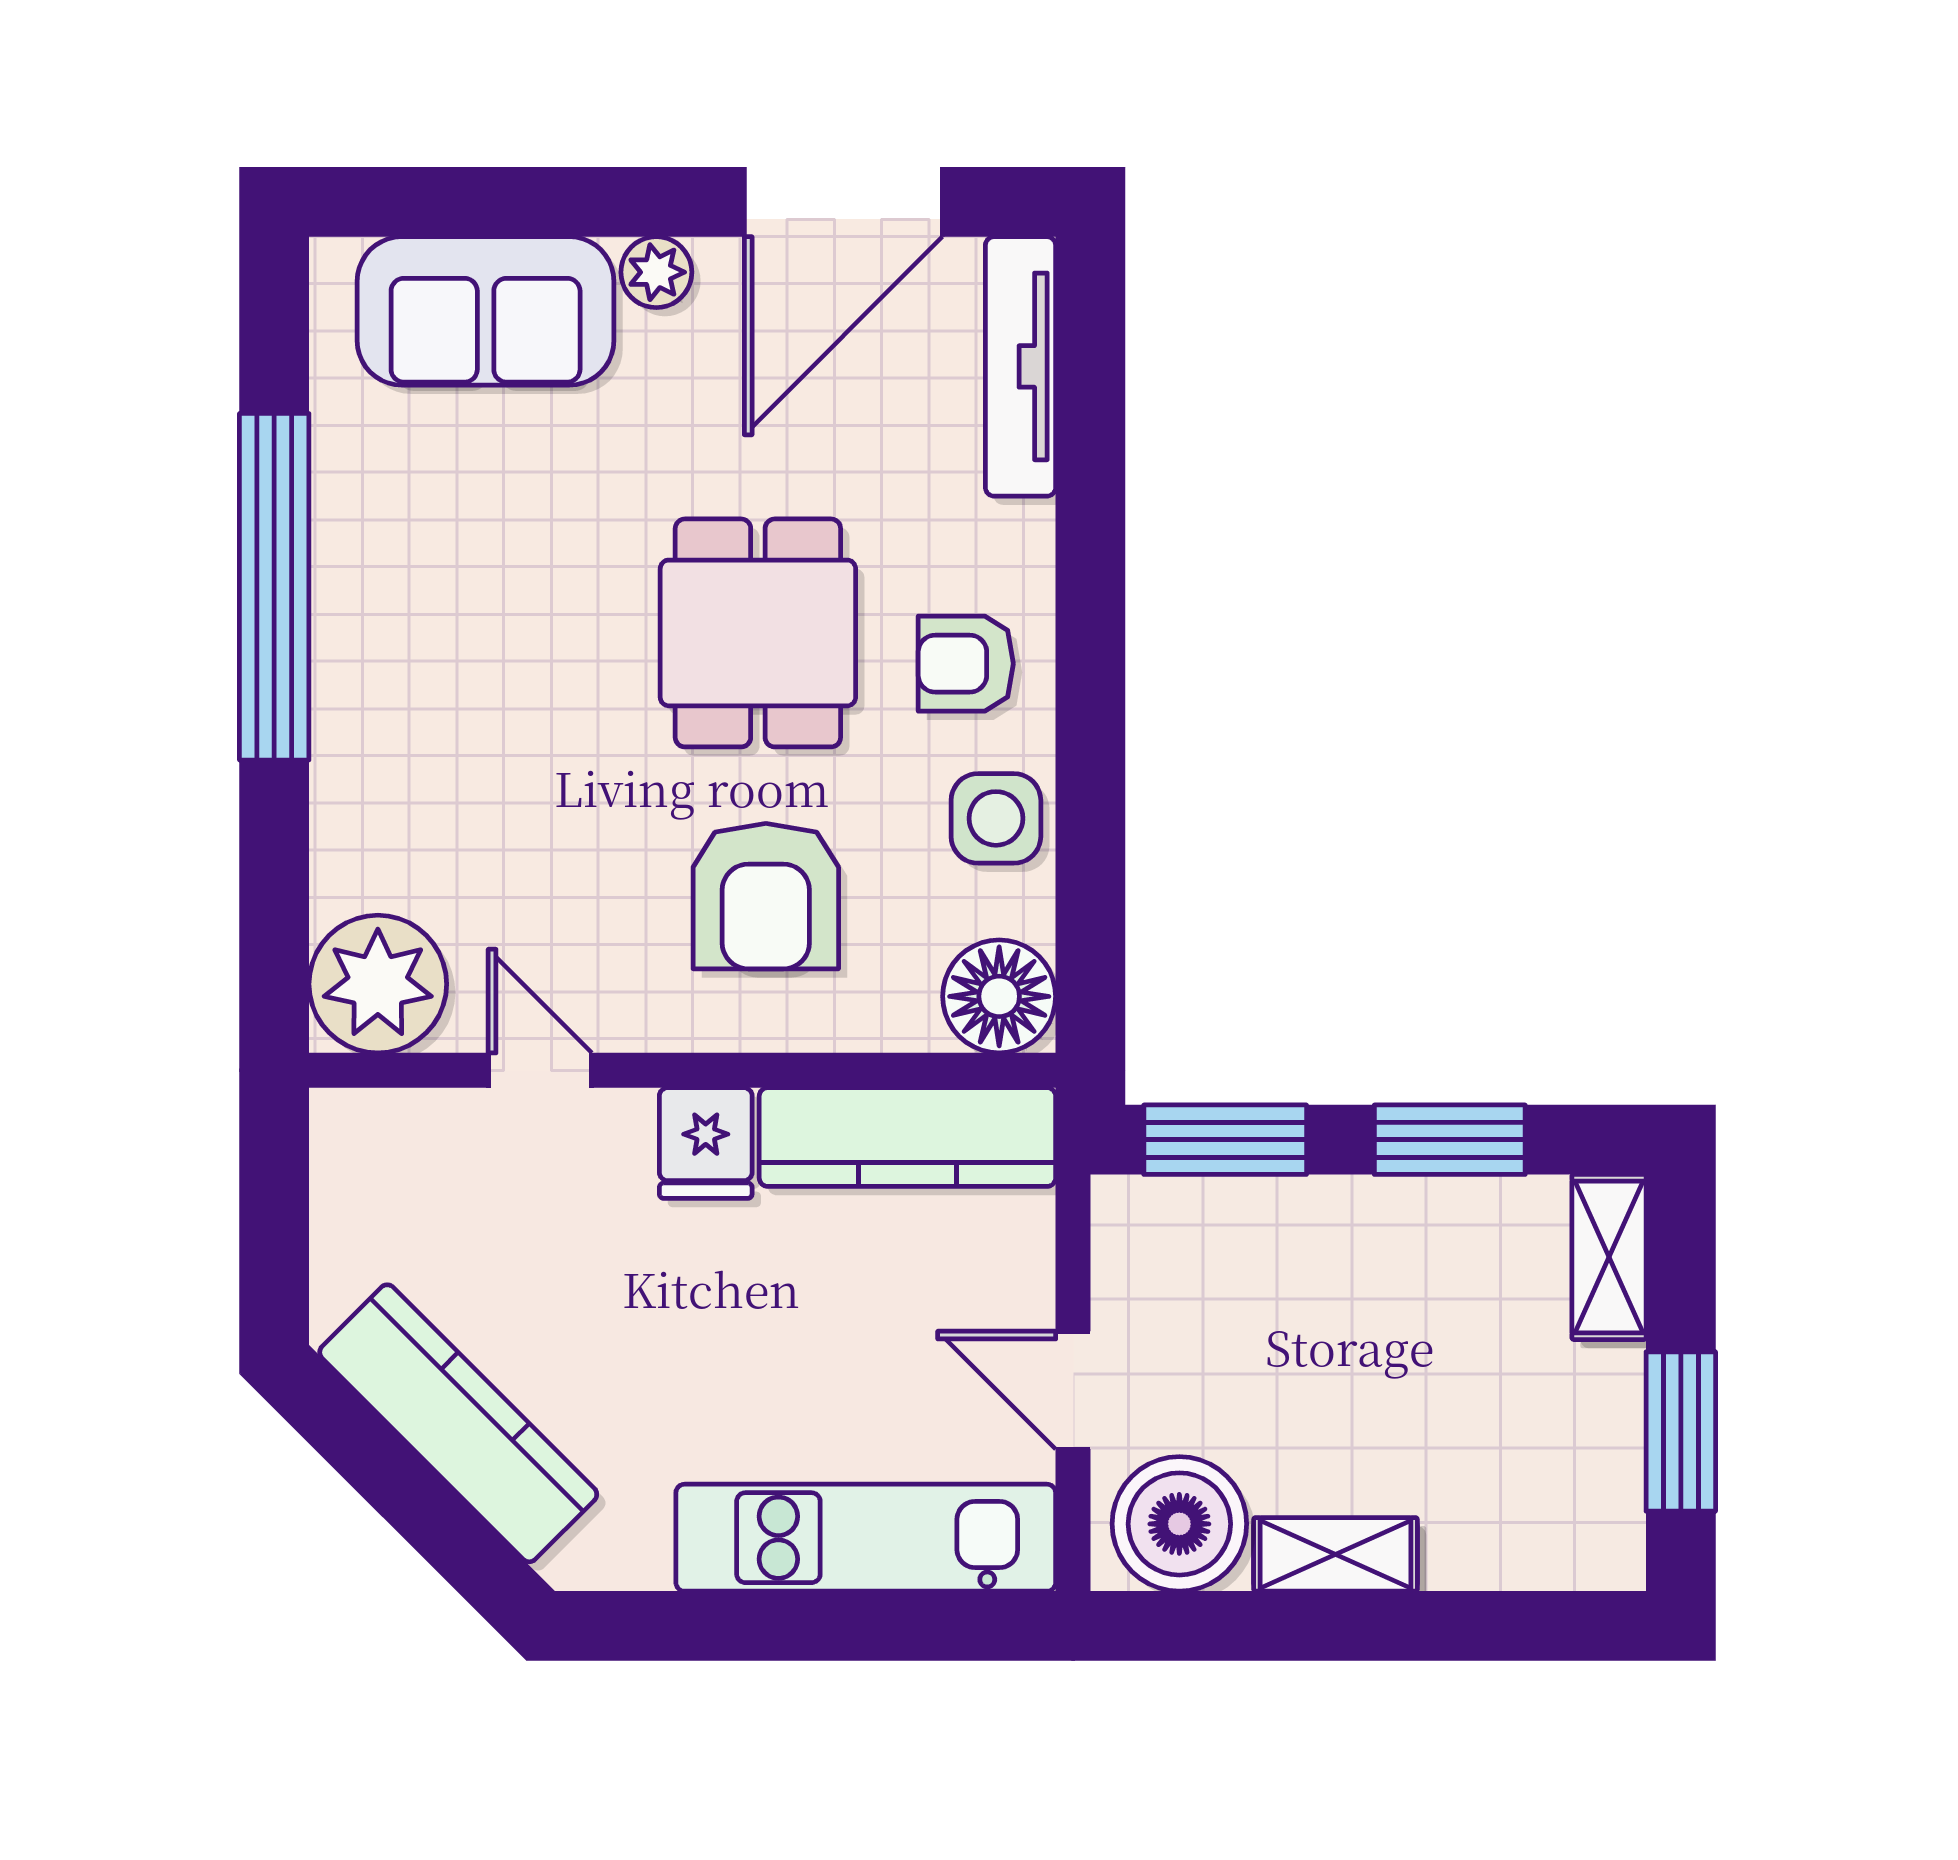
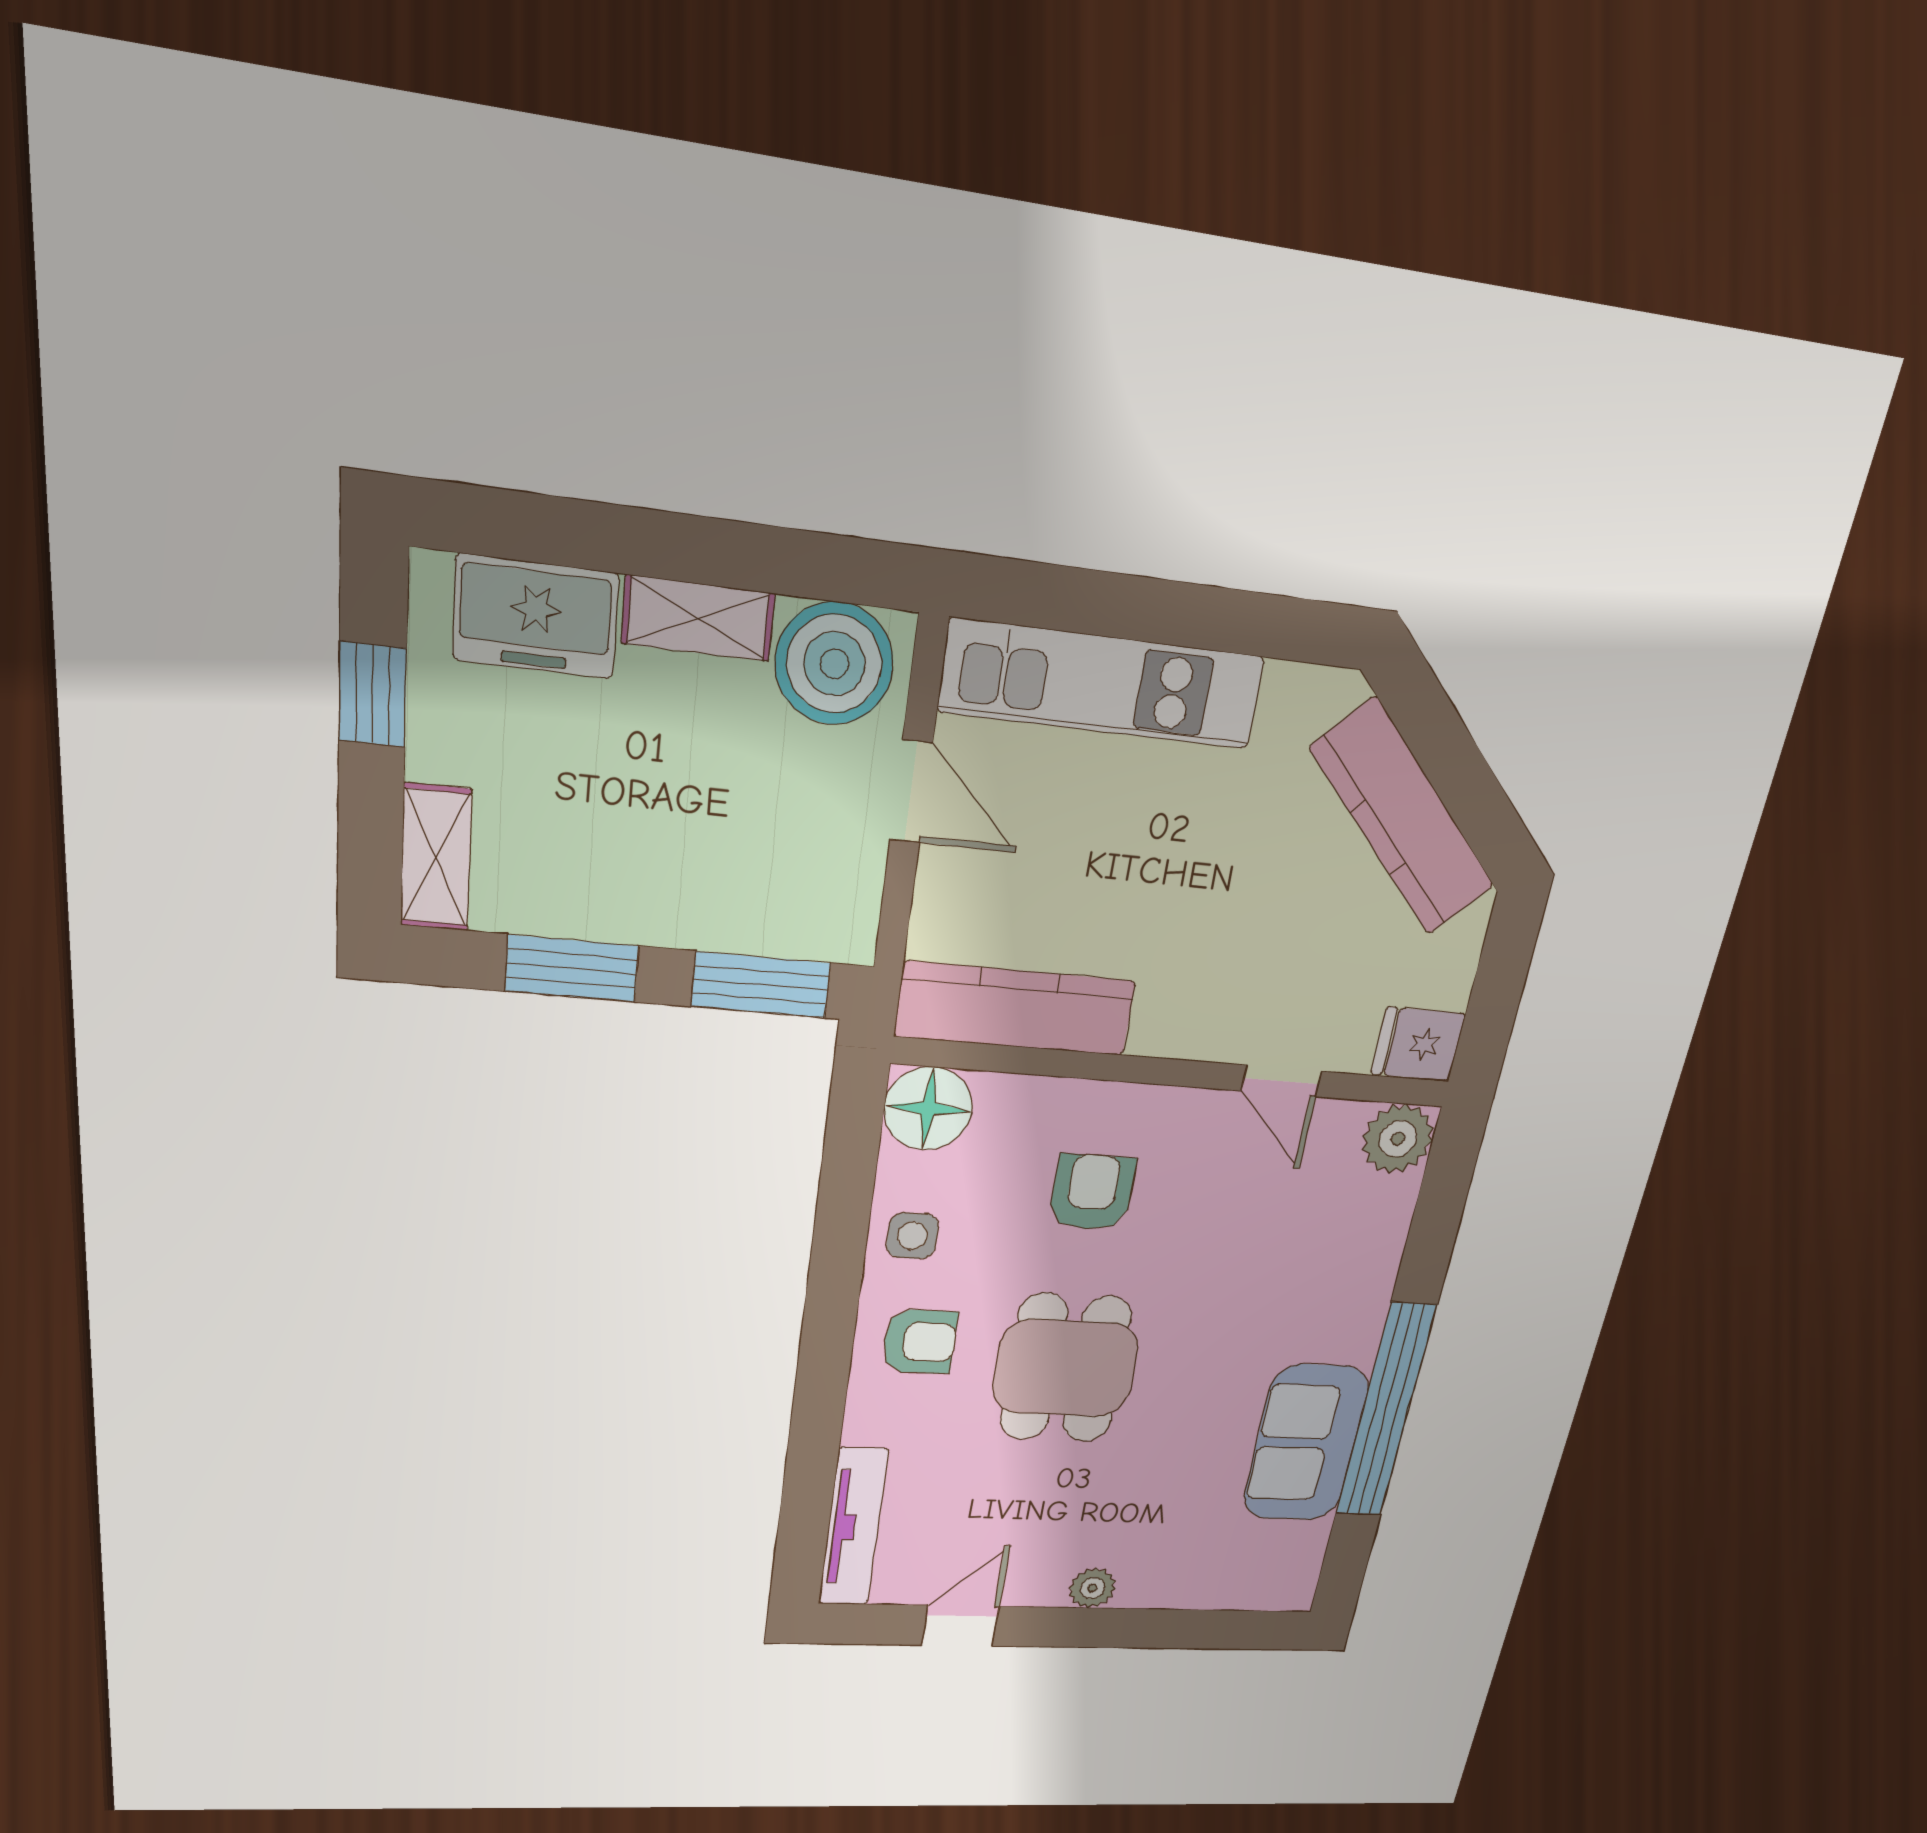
door: (843, 202) -> (961, 1626), width x0.53
sofa: (486, 311) -> (1306, 1443), moved, turned -90
side table: (996, 818) -> (912, 1236), width x0.73, depth x0.73
armchair: (766, 896) -> (1092, 1192), width x0.72, depth x0.72
plant: (378, 984) -> (1398, 1139), width x0.73, depth x0.73
fridge: (706, 1143) -> (1418, 1044), moved, turned -90
window: (1681, 1432) -> (373, 694), width x0.67
freezer: (1511, 1535) -> (536, 617), added

